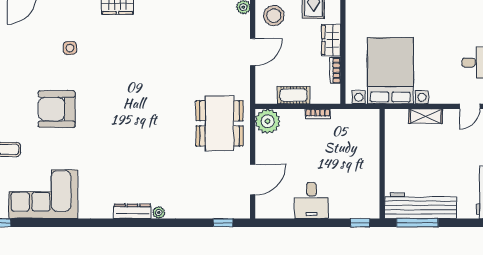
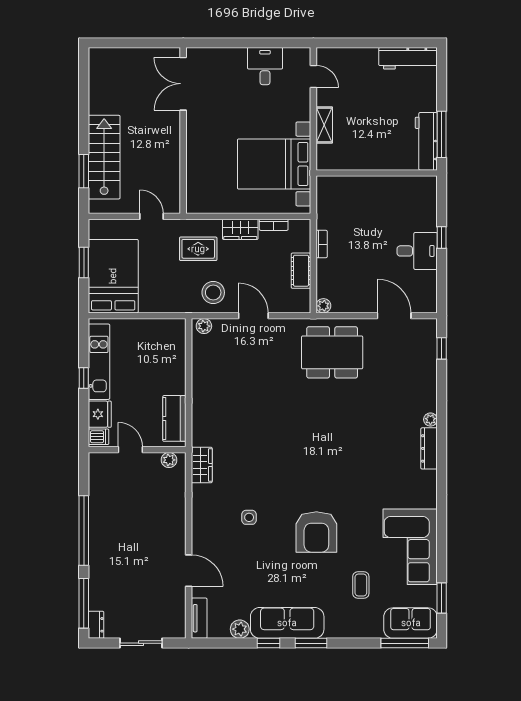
plant: (268, 121) -> (323, 306), width x0.53, depth x0.53
workbench: (420, 206) -> (426, 141), width x0.73, depth x0.76
window: (360, 223) -> (442, 238), moved

